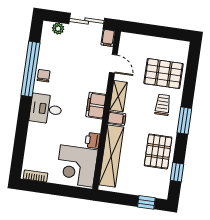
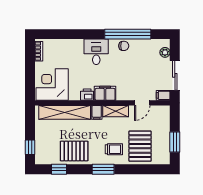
window: (165, 32) -> (175, 142), added
printer: (93, 140) -> (87, 95), moved

